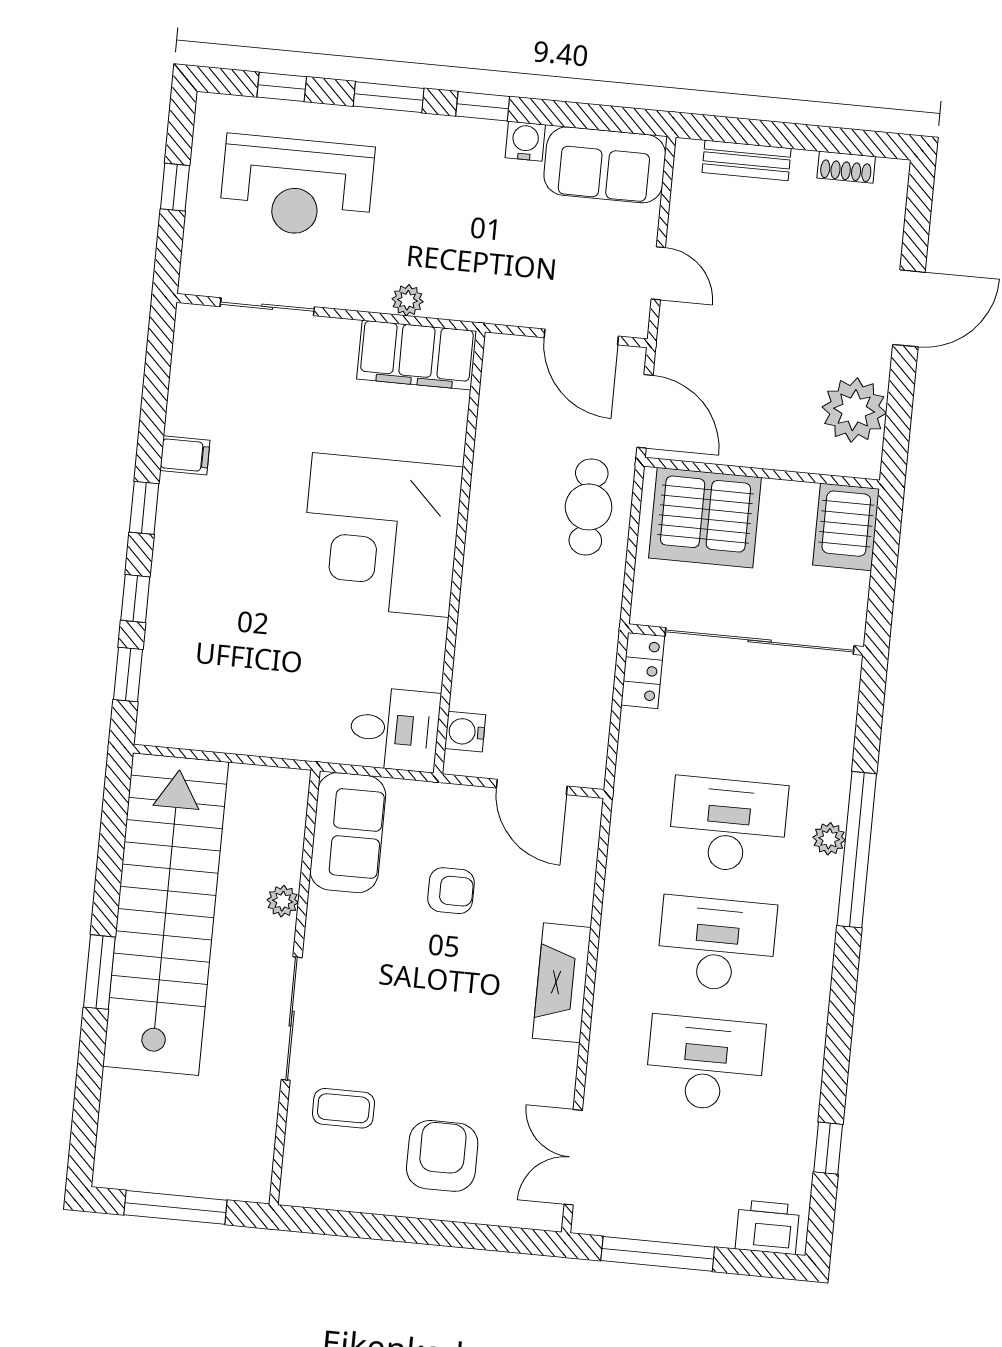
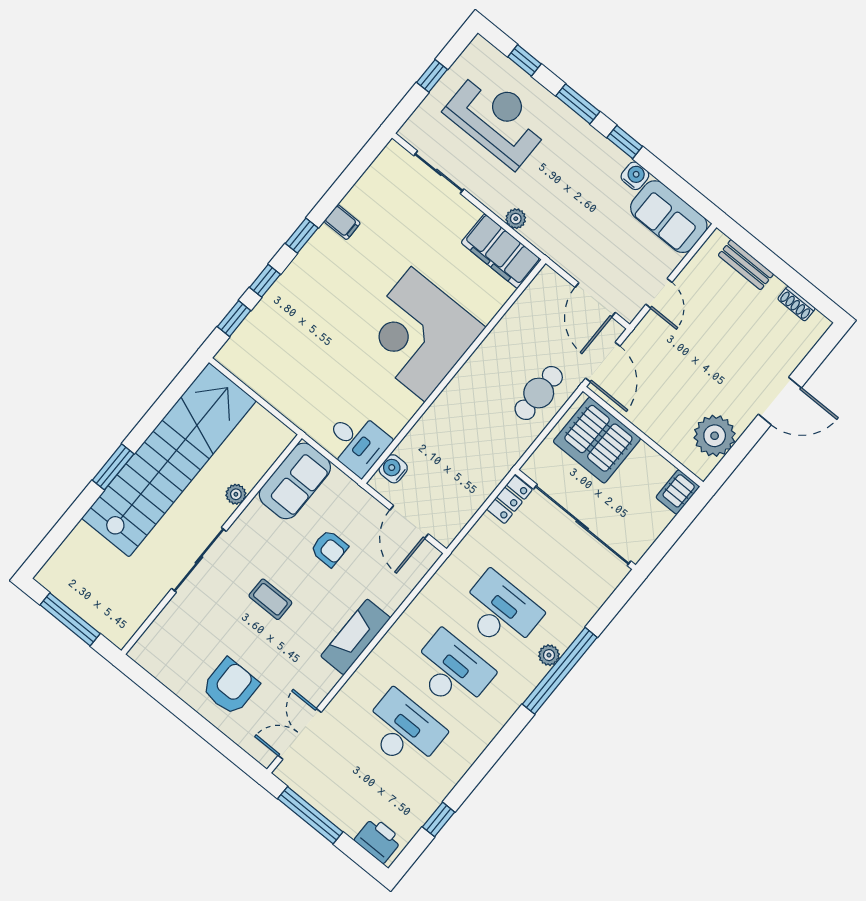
reception desk: (297, 187) -> (497, 119), turned 180
server rack: (846, 527) -> (678, 492), width x0.73, depth x0.70
coffee table: (343, 1108) -> (270, 599), moved

